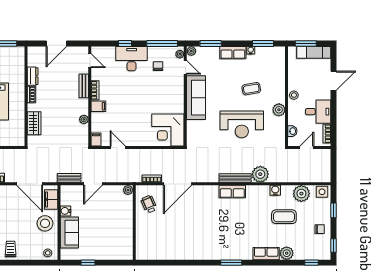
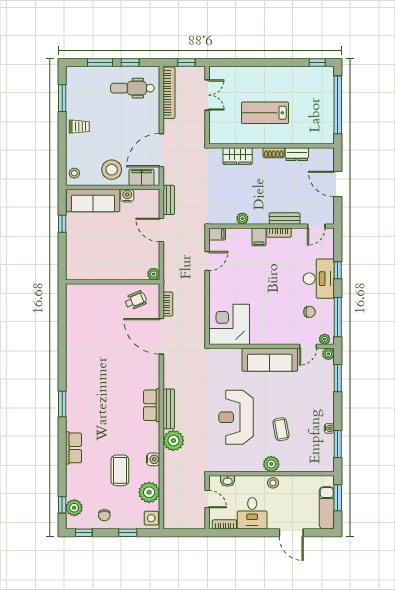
row of seats: (233, 53) -> (326, 406), removed
plant: (279, 110) -> (271, 464), moved
sofa: (69, 233) -> (93, 200), width x1.36
plant: (287, 253) -> (74, 508), moved

